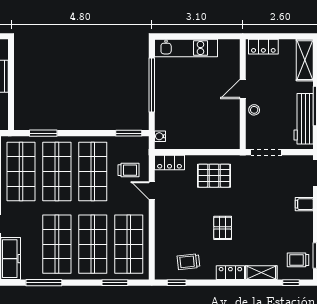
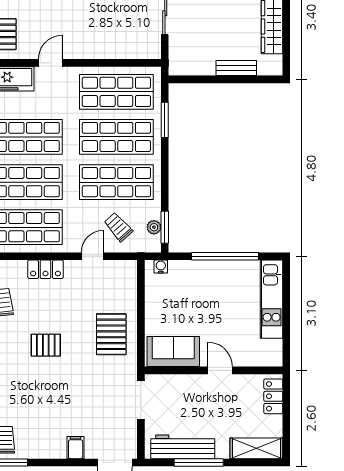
stool: (254, 110) -> (194, 385), removed
sofa: (228, 126) -> (173, 352), added
plant: (129, 142) -> (154, 227), added
locker: (170, 163) -> (45, 269), moved, turned -90
trolley: (129, 170) -> (118, 227), turned 138

